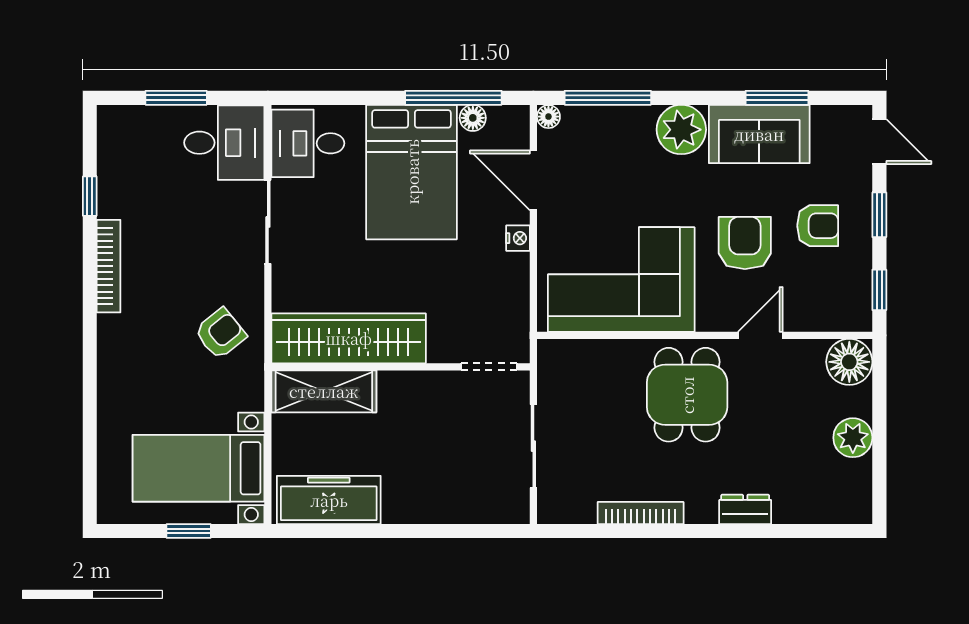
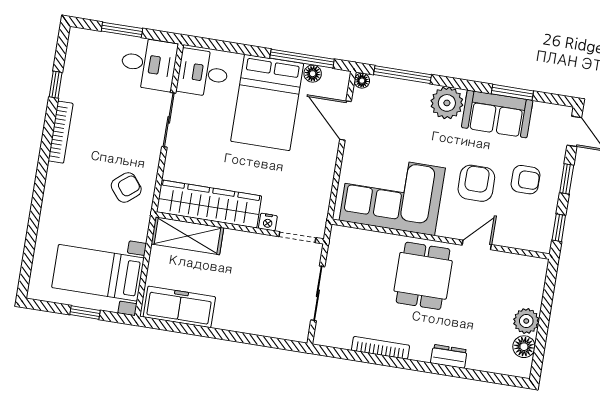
nightstand: (518, 238) -> (268, 222), moved, turned 90
floor lamp: (849, 362) -> (524, 347), moved, width x0.73, depth x0.73

